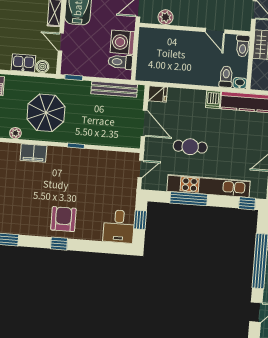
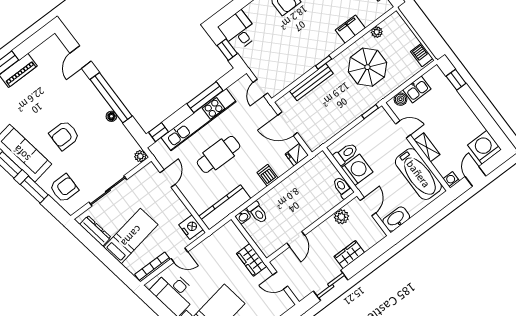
door: (215, 31) -> (296, 239), swing flipped
toilet: (243, 46) -> (343, 188), moved
bench: (114, 89) -> (311, 82), moved
dishwasher: (213, 100) -> (267, 175), moved
cafe table: (190, 147) -> (219, 154), moved, width x1.37, depth x1.35

